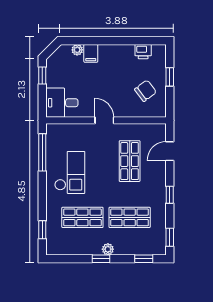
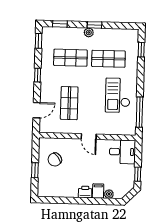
printer: (143, 52) -> (85, 192), moved

